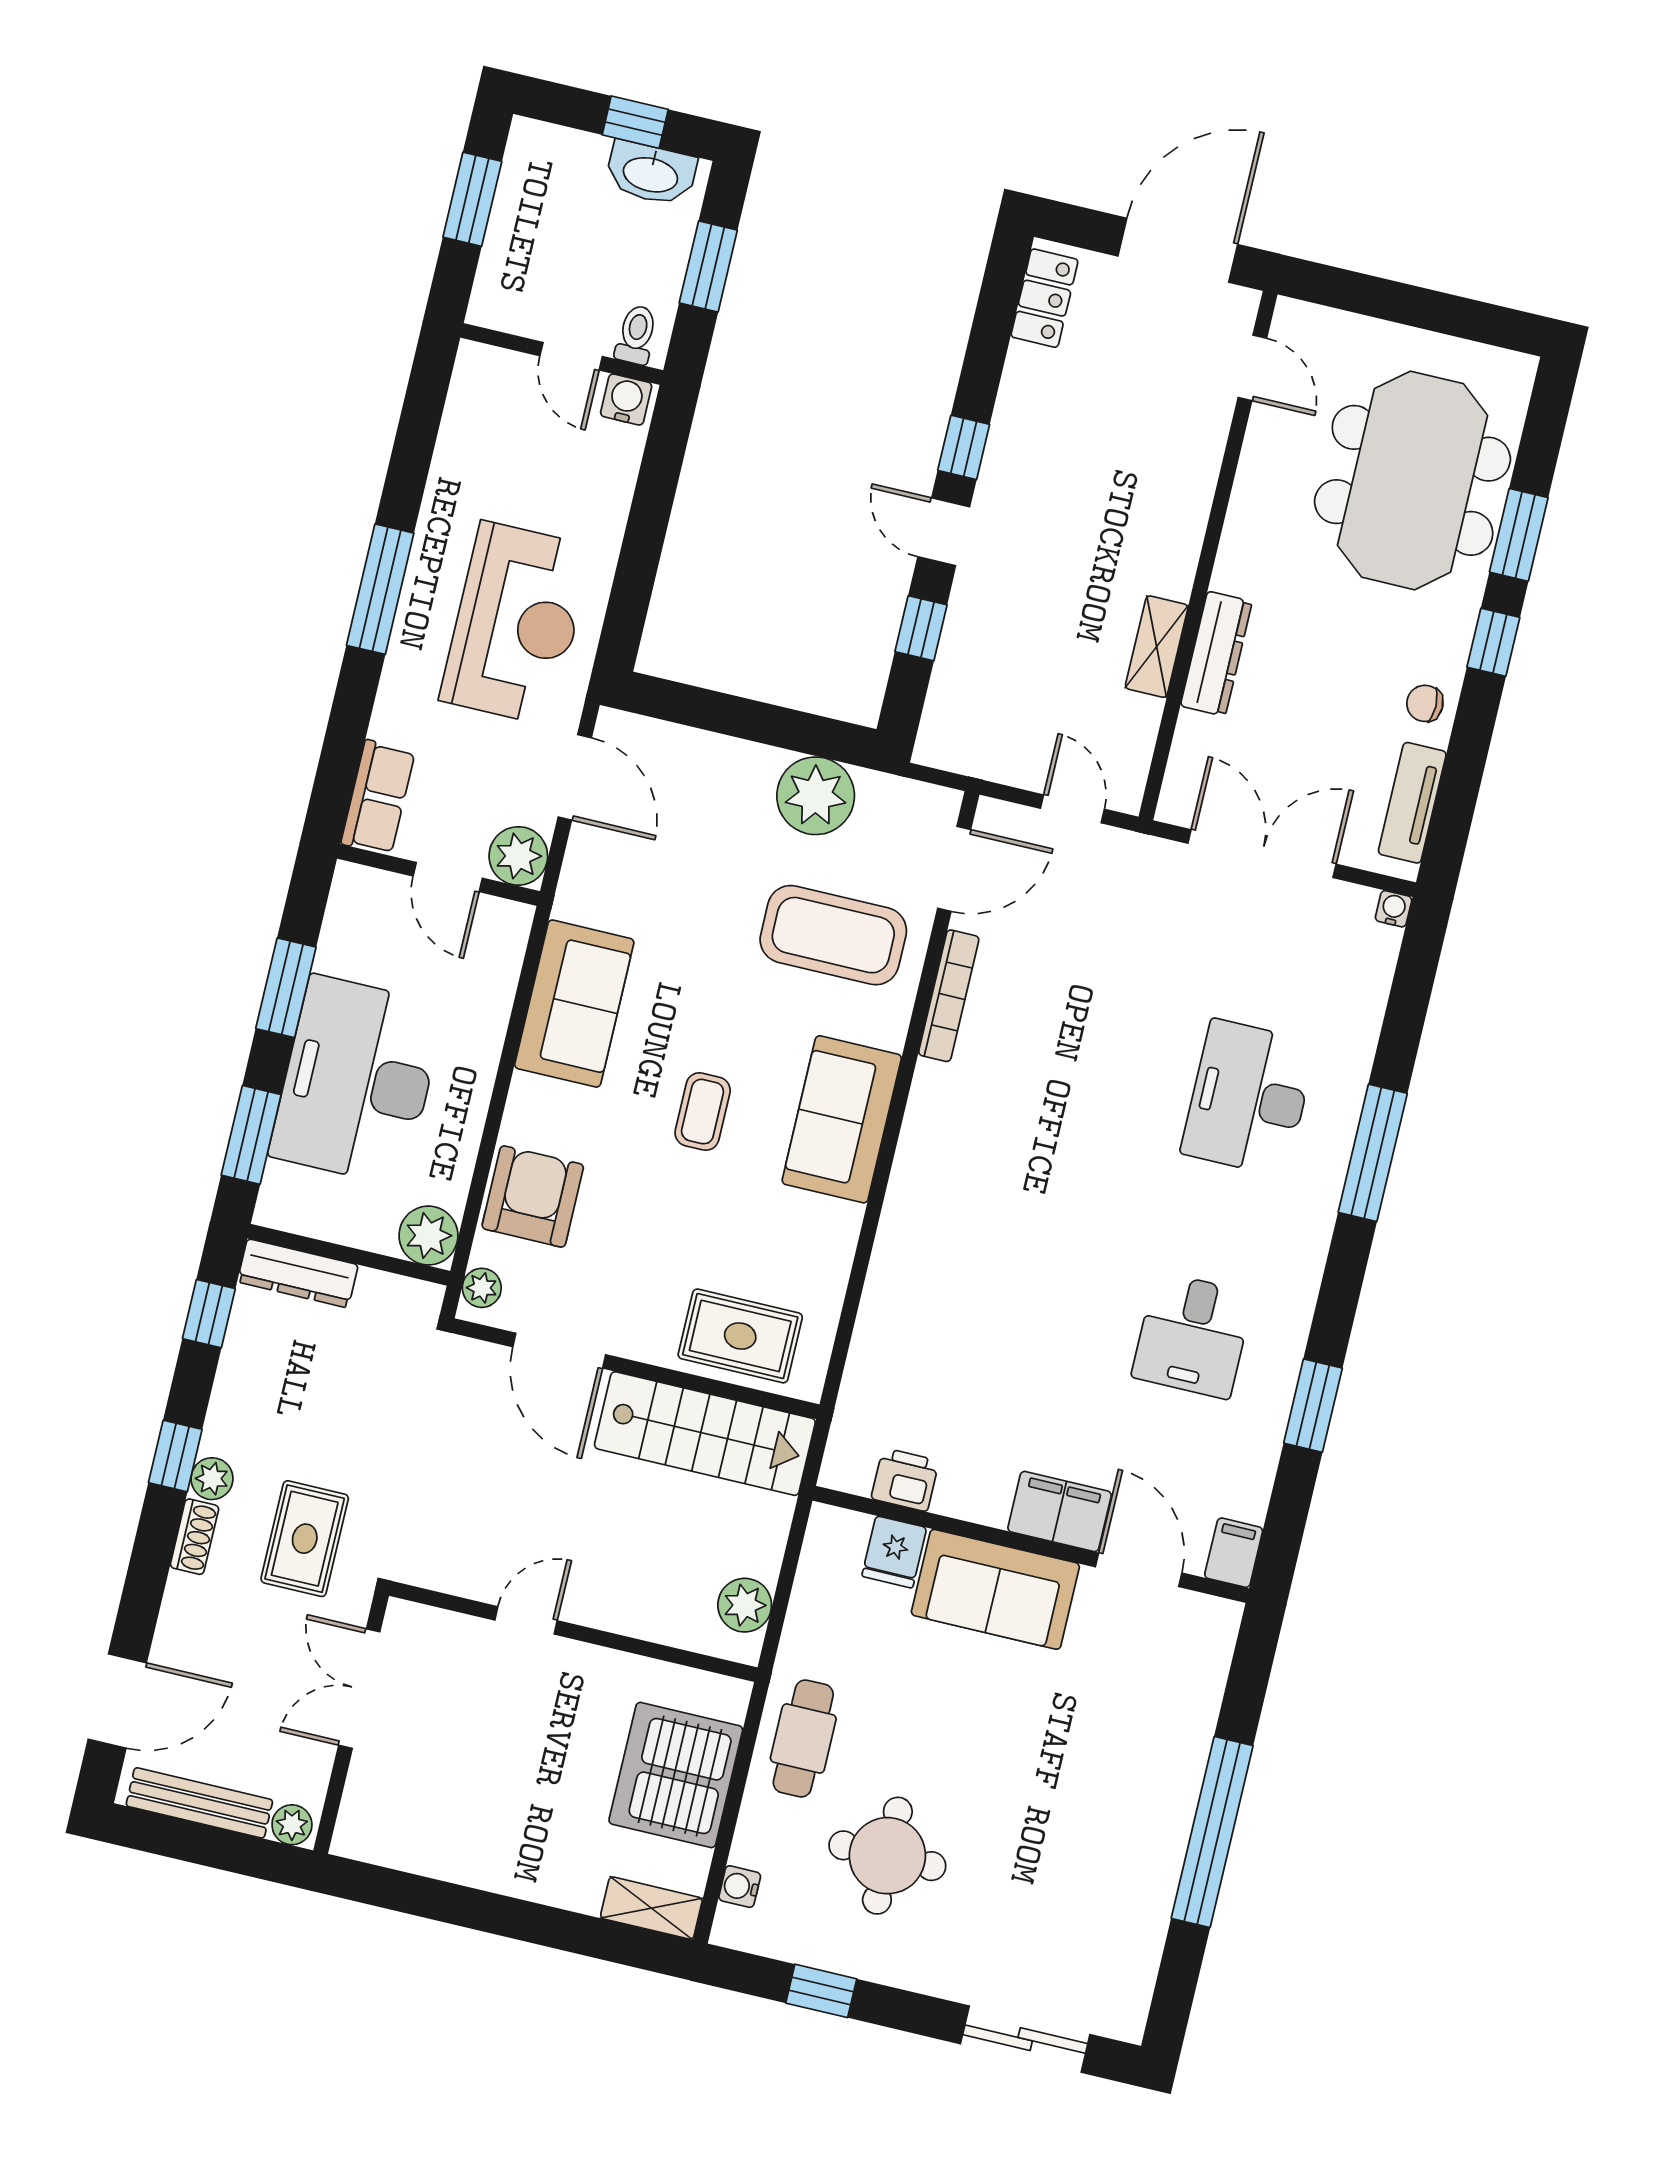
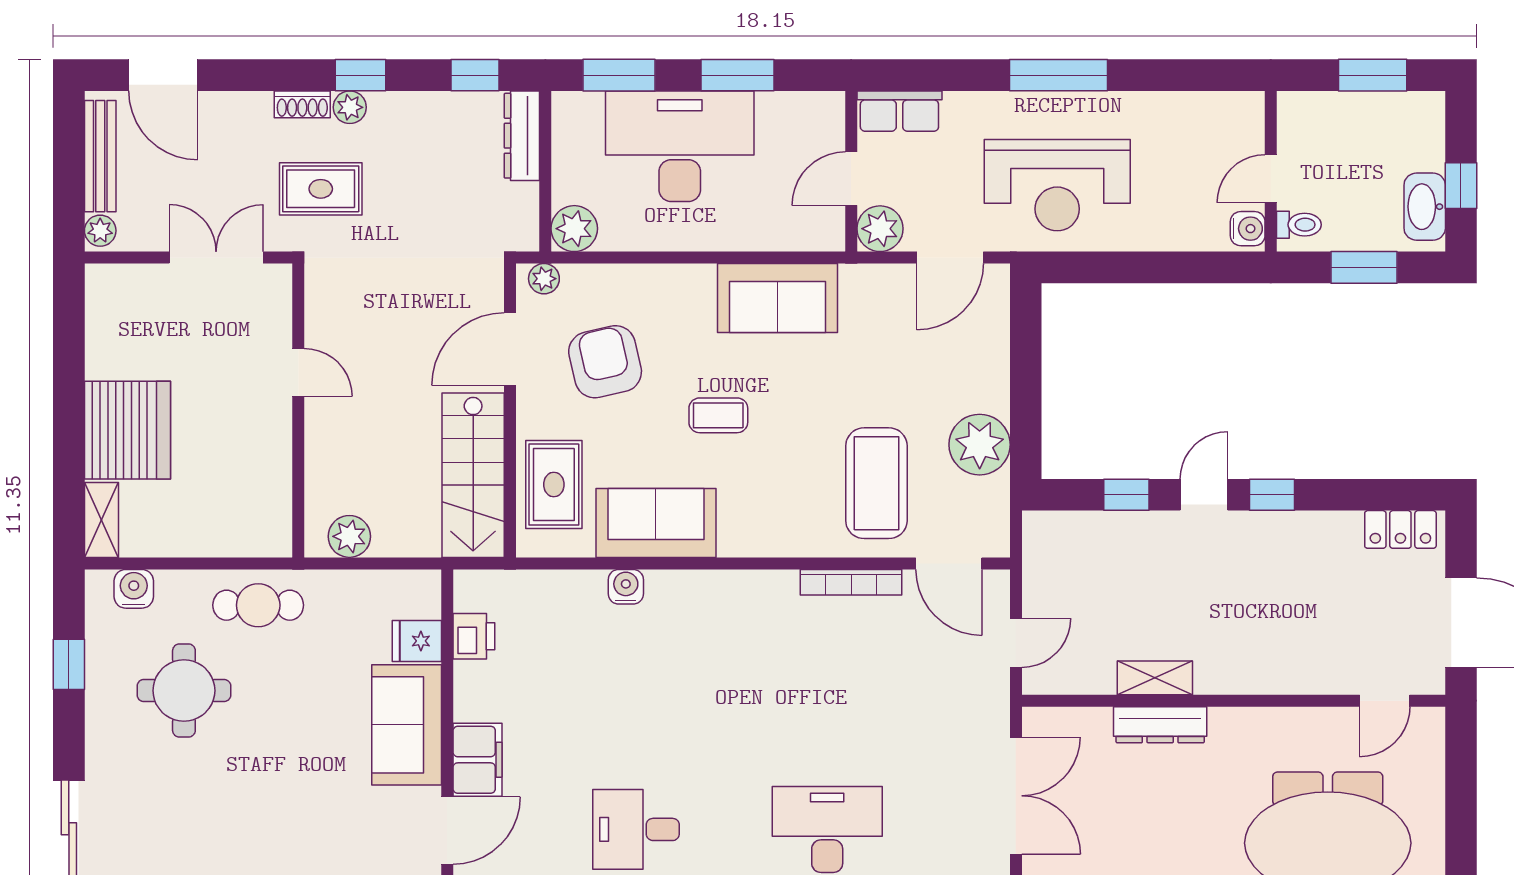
sofa: (842, 1119) -> (656, 523), moved
armchair: (533, 1197) -> (605, 362), moved, turned -103
water cooler: (888, 1277) -> (626, 587), added
server rack: (676, 1775) -> (127, 430), moved, turned 90
water cooler: (740, 1887) -> (134, 589), width x1.38, depth x1.38

